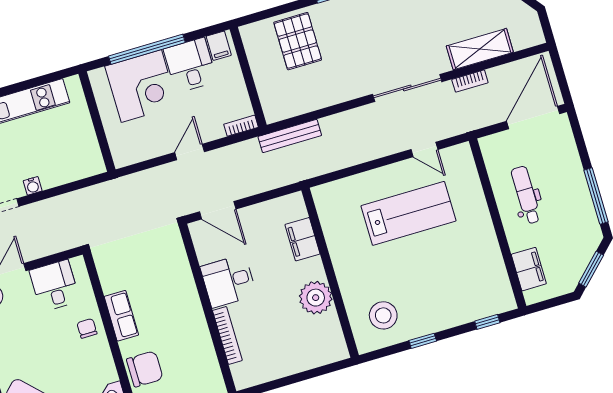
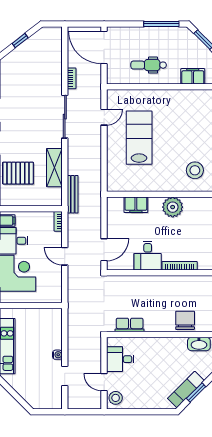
shelving: (480, 49) -> (54, 168), moved
row of seats: (121, 316) -> (130, 325), moved
chair: (87, 328) -> (151, 347), removed

